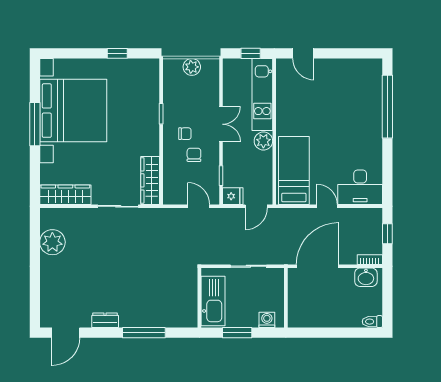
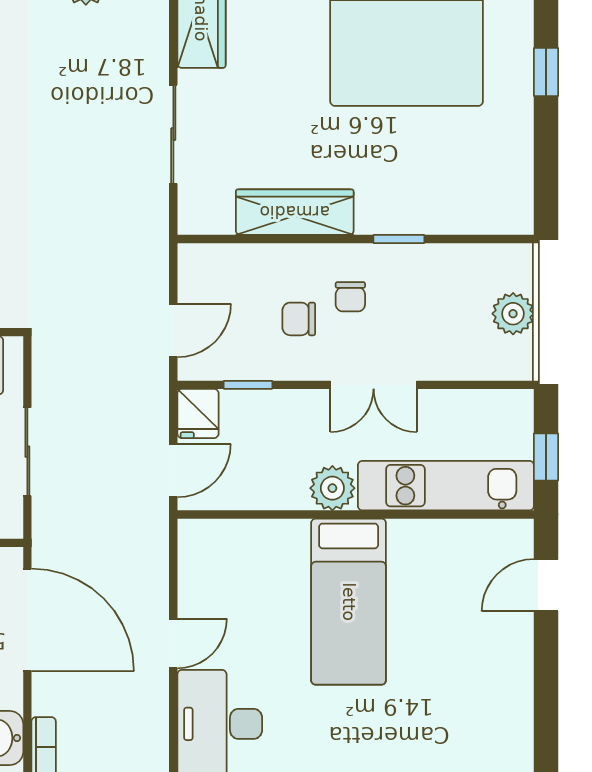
window: (117, 53) -> (546, 72), moved
chair: (194, 155) -> (299, 319), turned 180
bed: (294, 171) -> (349, 602), moved, turned 90
wardrobe: (150, 180) -> (295, 212), moved
door: (256, 206) -> (173, 471), swing flipped

